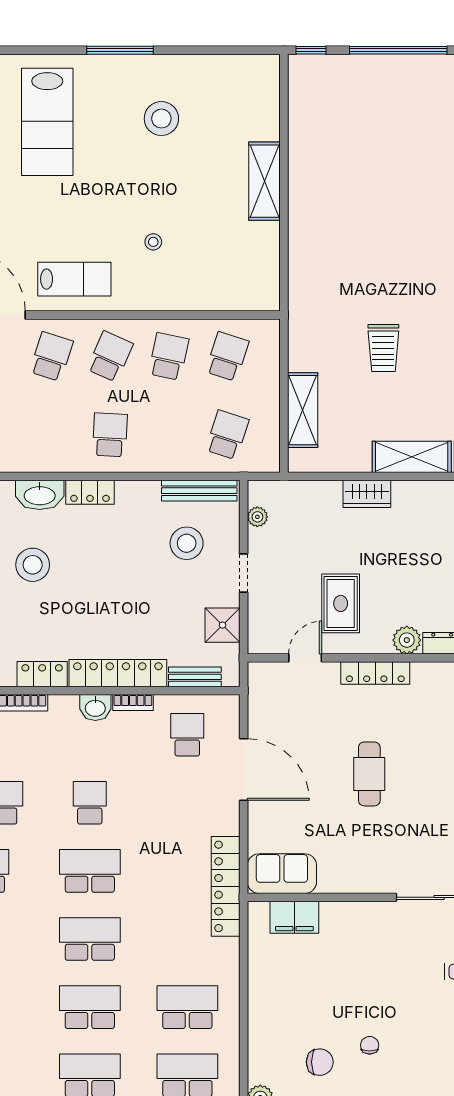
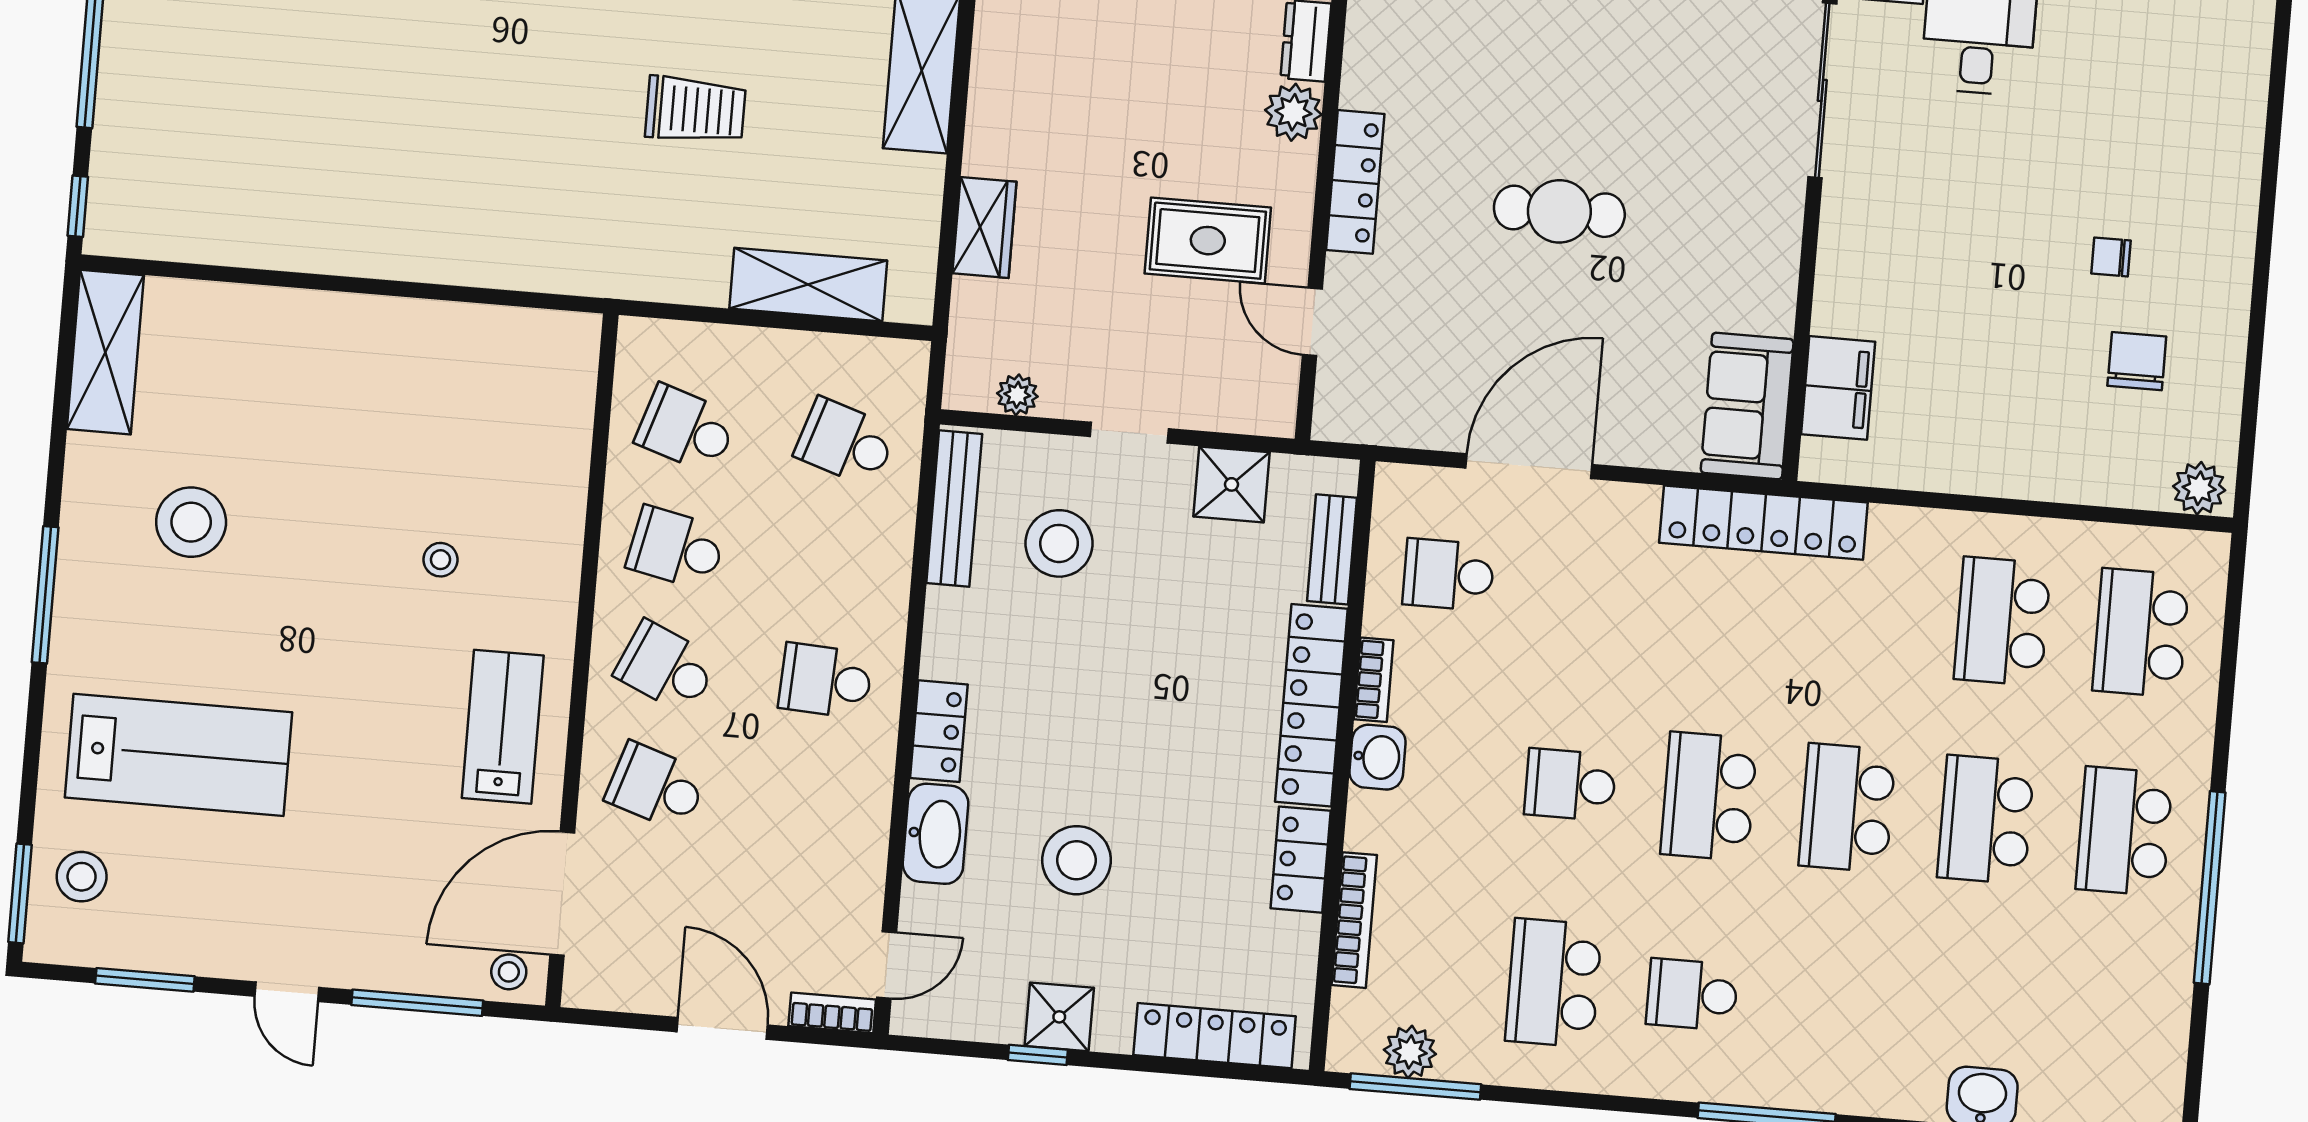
shelving: (264, 181) -> (105, 352), moved, turned 90
wardrobe: (367, 494) -> (984, 228), moved

